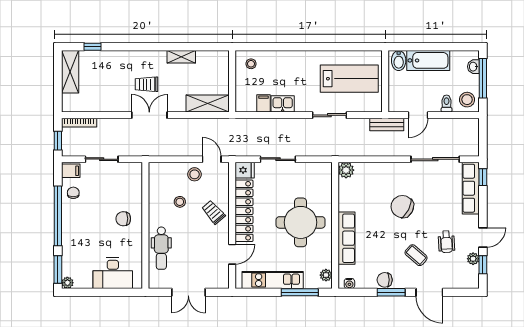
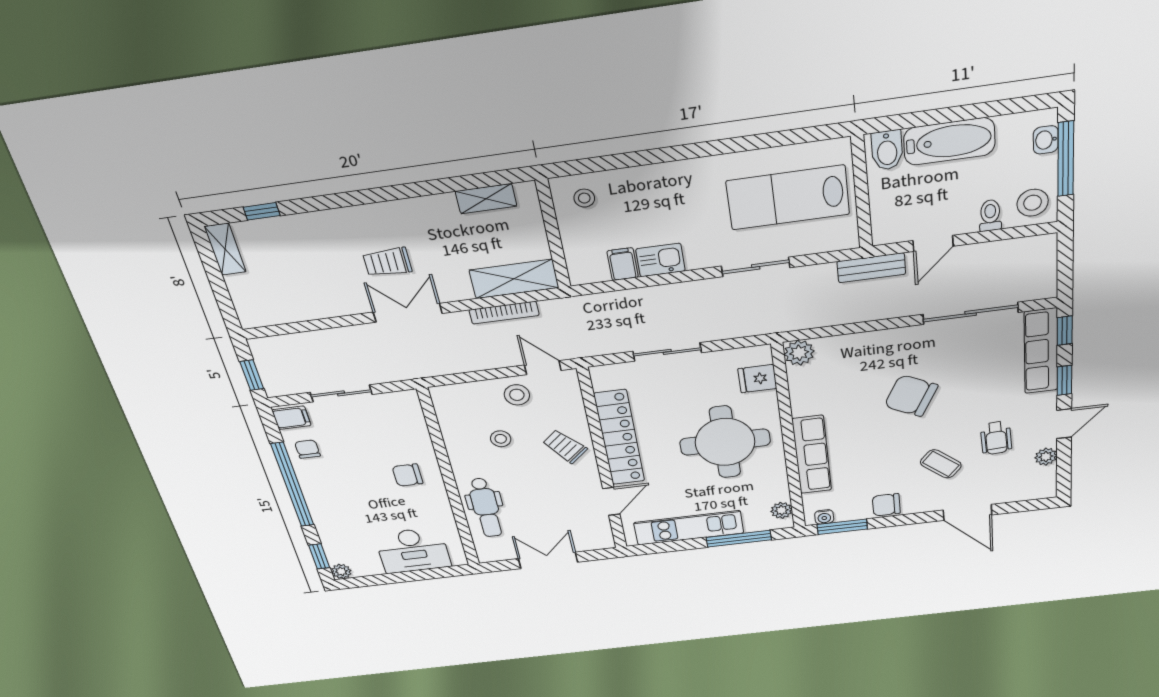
shelving: (181, 57) -> (486, 199), moved
shelving: (70, 72) -> (225, 249), width x0.67, depth x0.75
lab bench: (349, 79) -> (788, 198), turned 180
bookcase: (79, 123) -> (504, 313), moved
fridge: (245, 170) -> (757, 379), moved, turned 180
window: (483, 265) -> (1064, 380), moved
window: (58, 270) -> (319, 556), width x0.67
double door: (188, 292) -> (548, 560), swing flipped
window: (391, 292) -> (842, 527), moved

